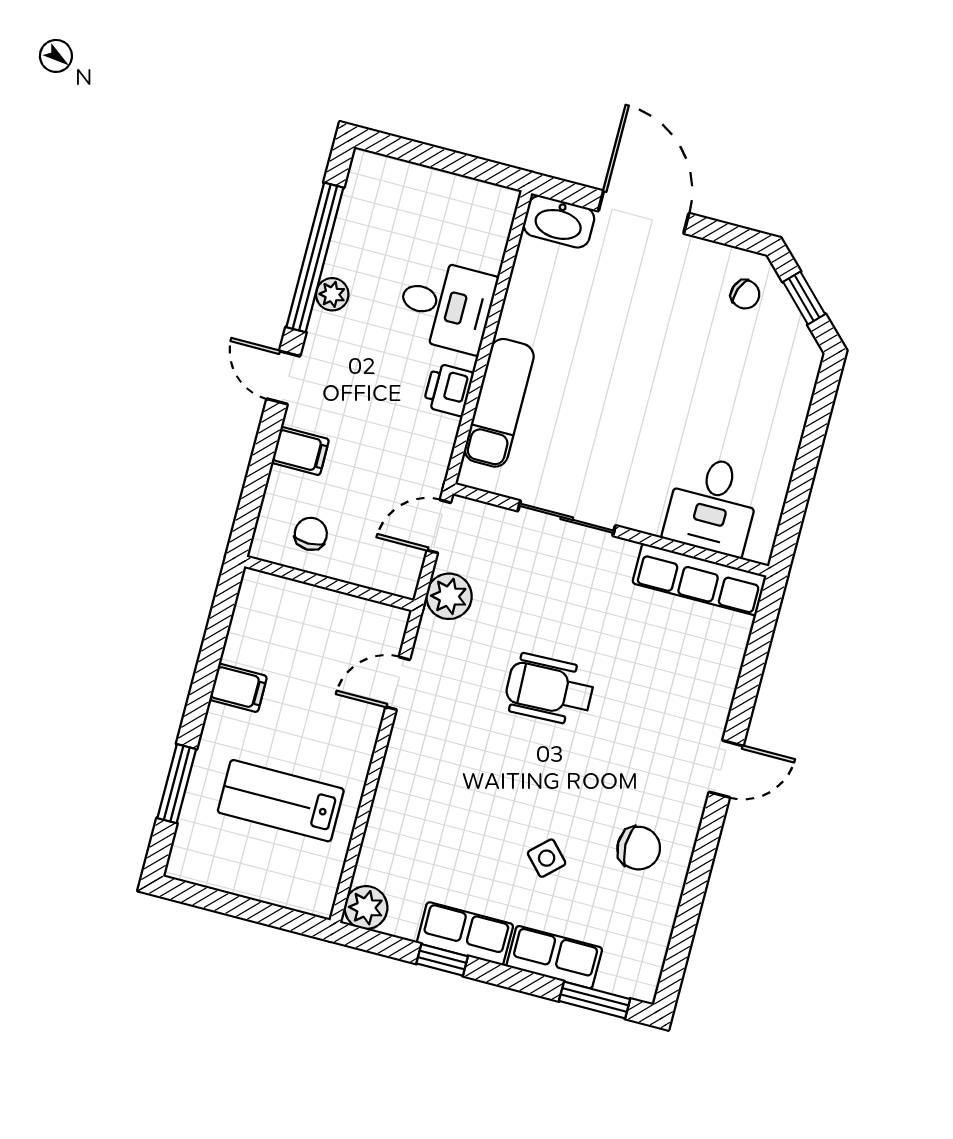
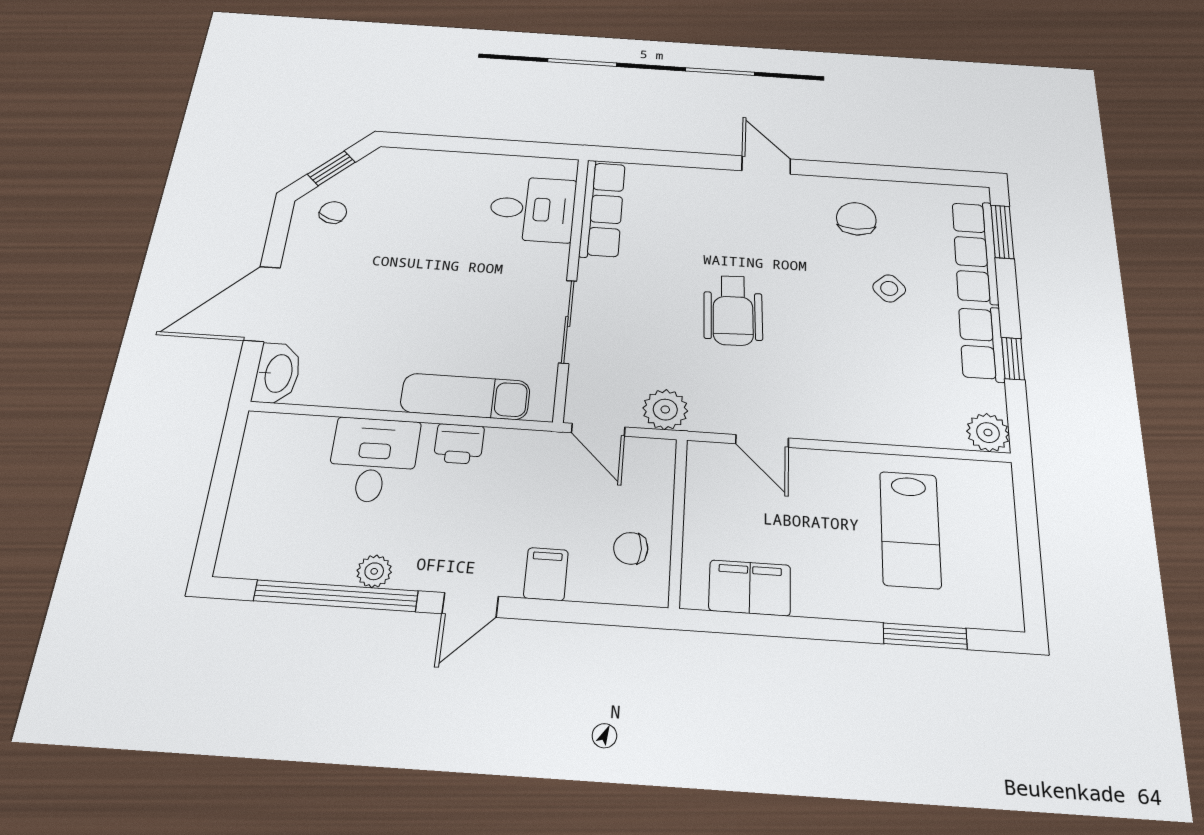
filing cabinet: (238, 688) -> (750, 588), moved, width x2.00
row of seats: (554, 957) -> (975, 252), width x1.48

